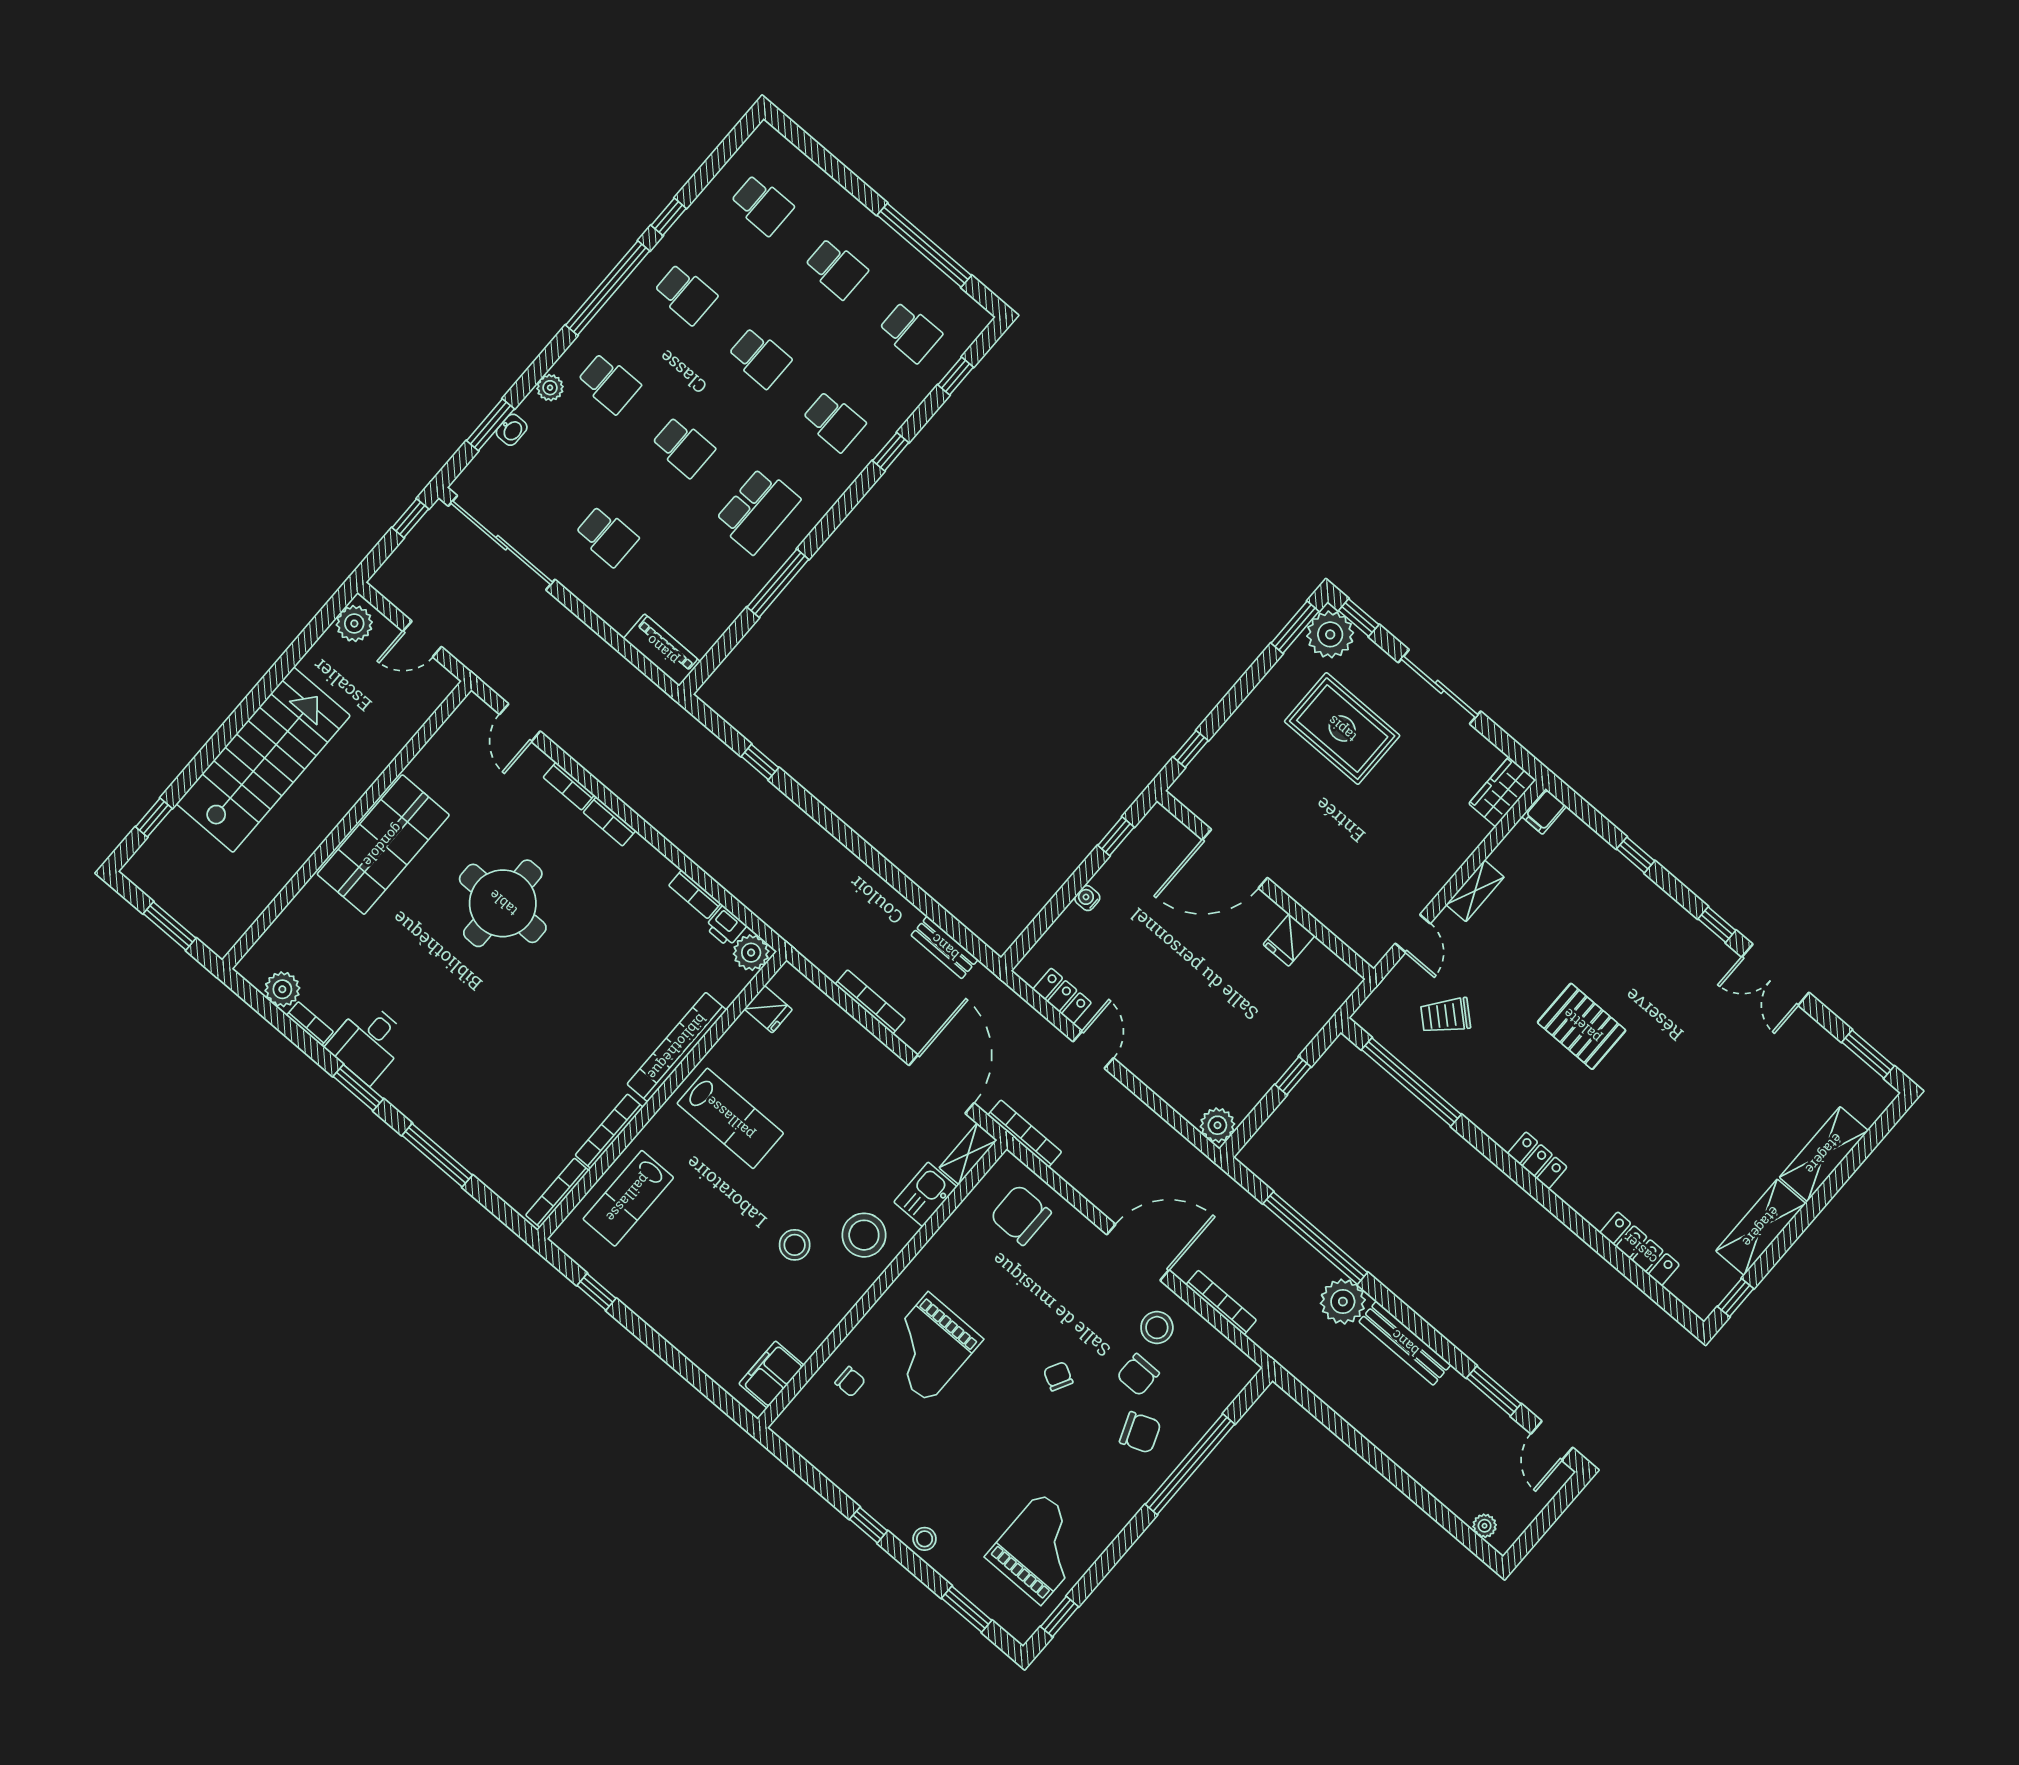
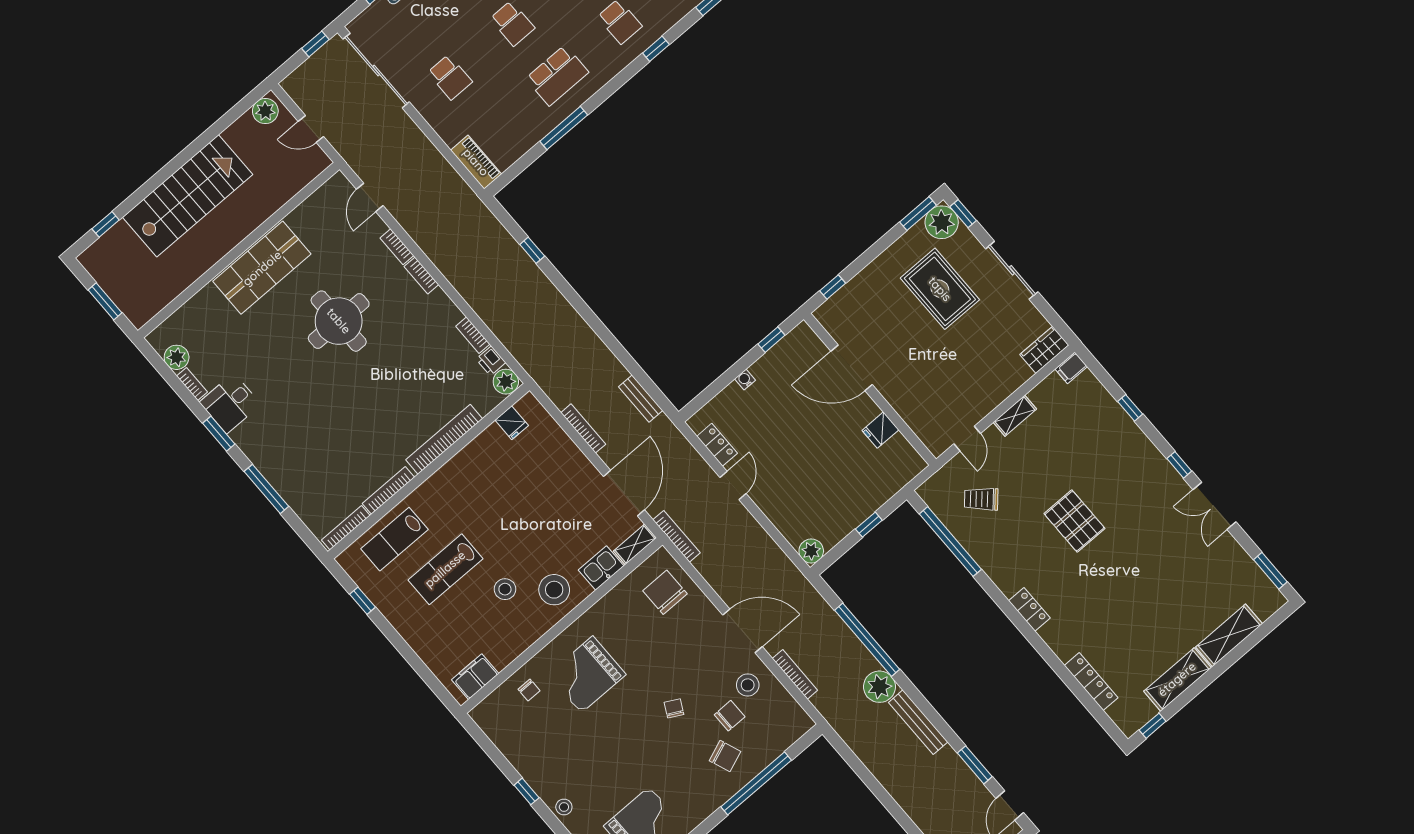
lab bench: (730, 1118) -> (445, 569), moved, turned 90
chair: (1138, 1375) -> (730, 716), turned 180

